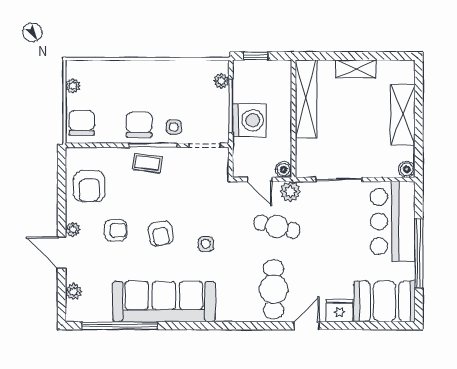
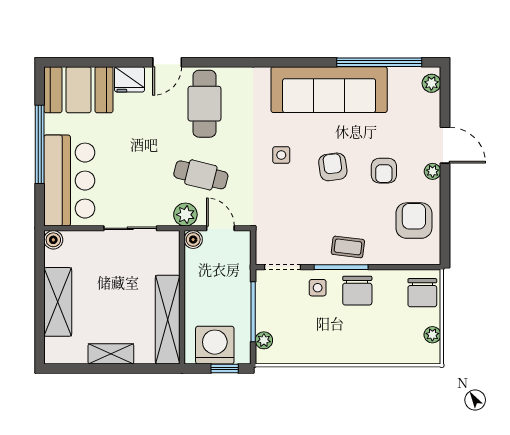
washing machine: (249, 120) -> (215, 345), moved, turned 90
armchair: (116, 230) -> (384, 171), turned -90
plant: (74, 292) -> (431, 83), moved

